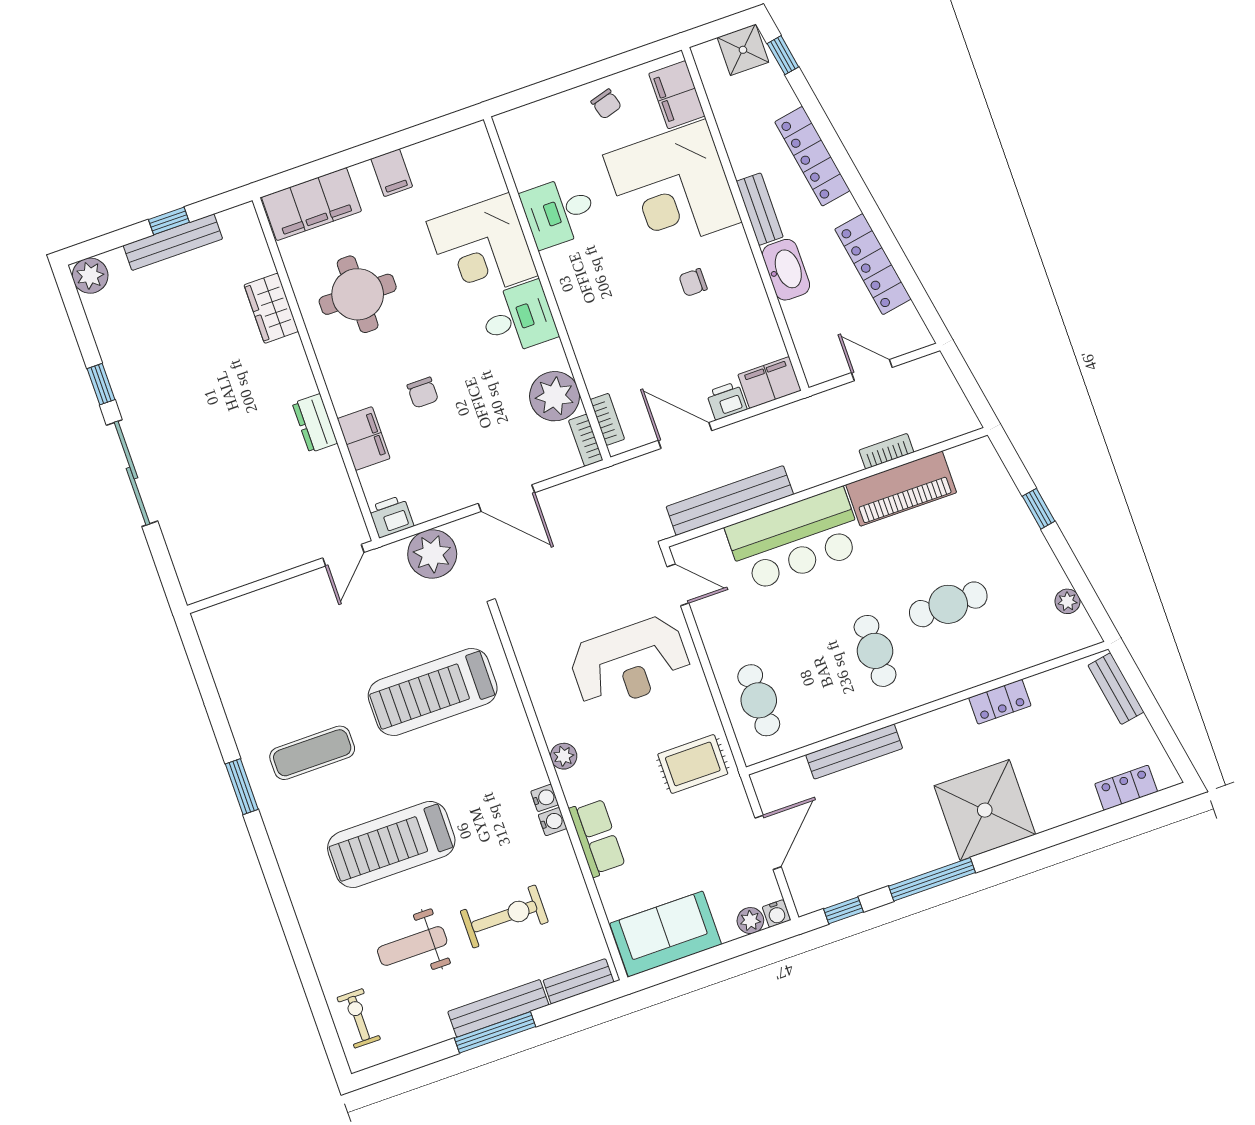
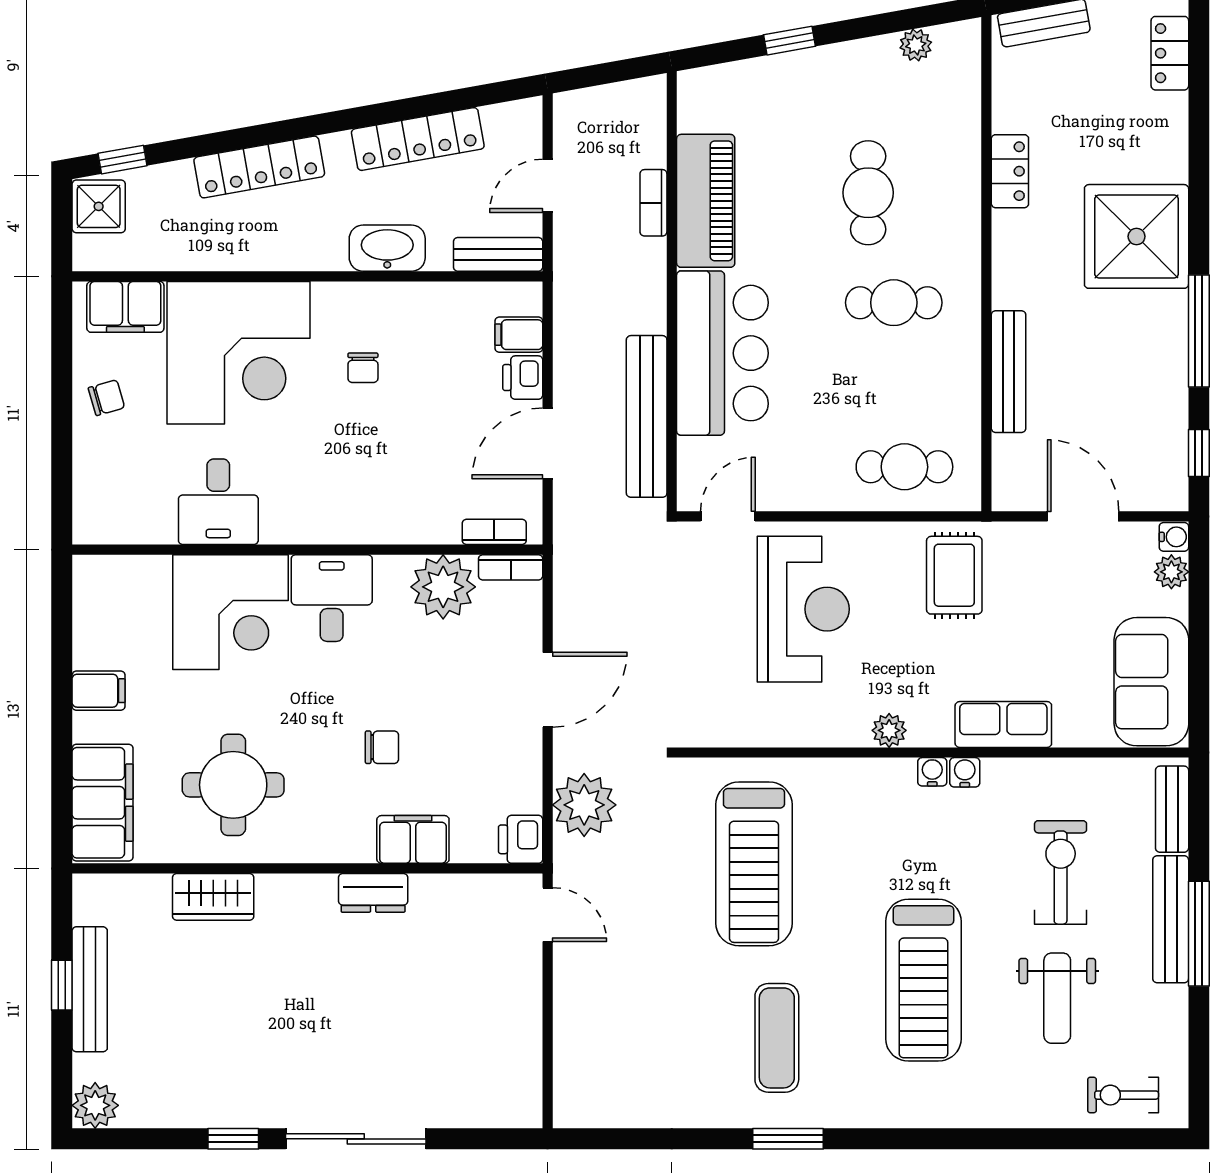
bench: (760, 209) -> (498, 254), moved
filing cabinet: (770, 383) -> (519, 335), width x0.50

